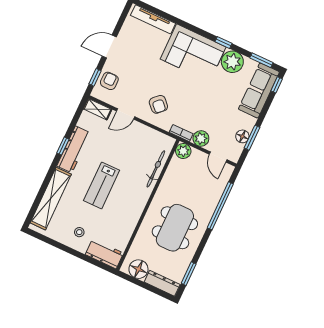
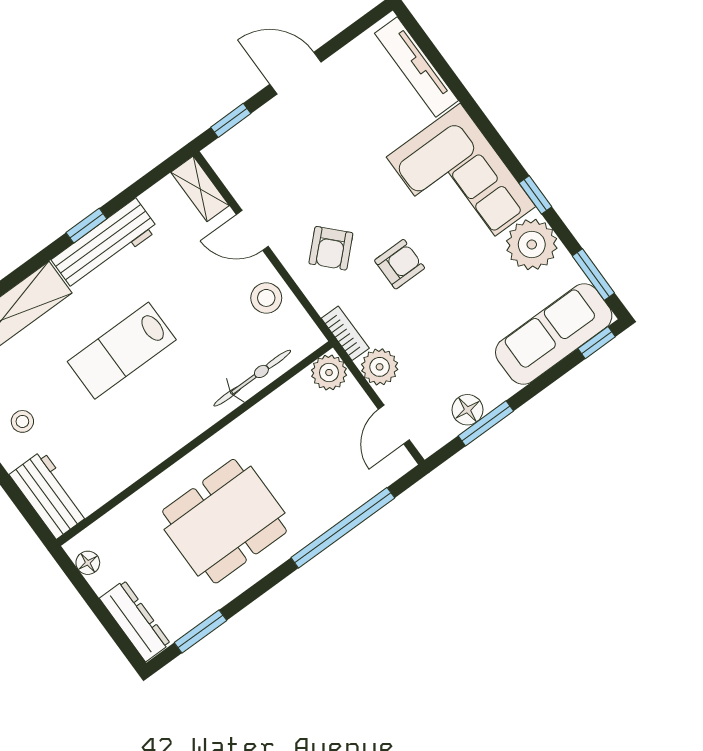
armchair: (109, 81) -> (400, 264), moved
stool: (145, 136) -> (266, 298), added
floor lamp: (138, 269) -> (88, 563), width x0.53, depth x0.53

